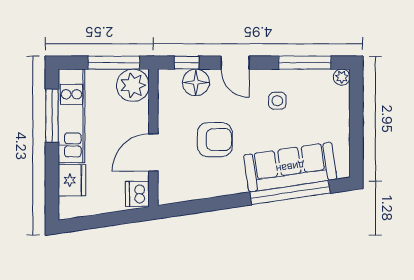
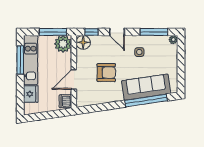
floor lamp: (196, 82) -> (83, 42), moved

